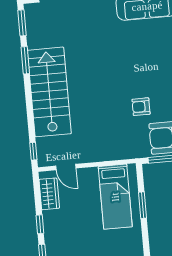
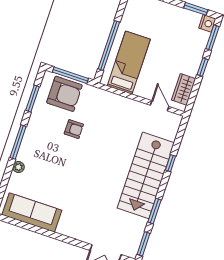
window: (33, 151) -> (170, 163), moved
window: (143, 205) -> (109, 45), width x2.11

